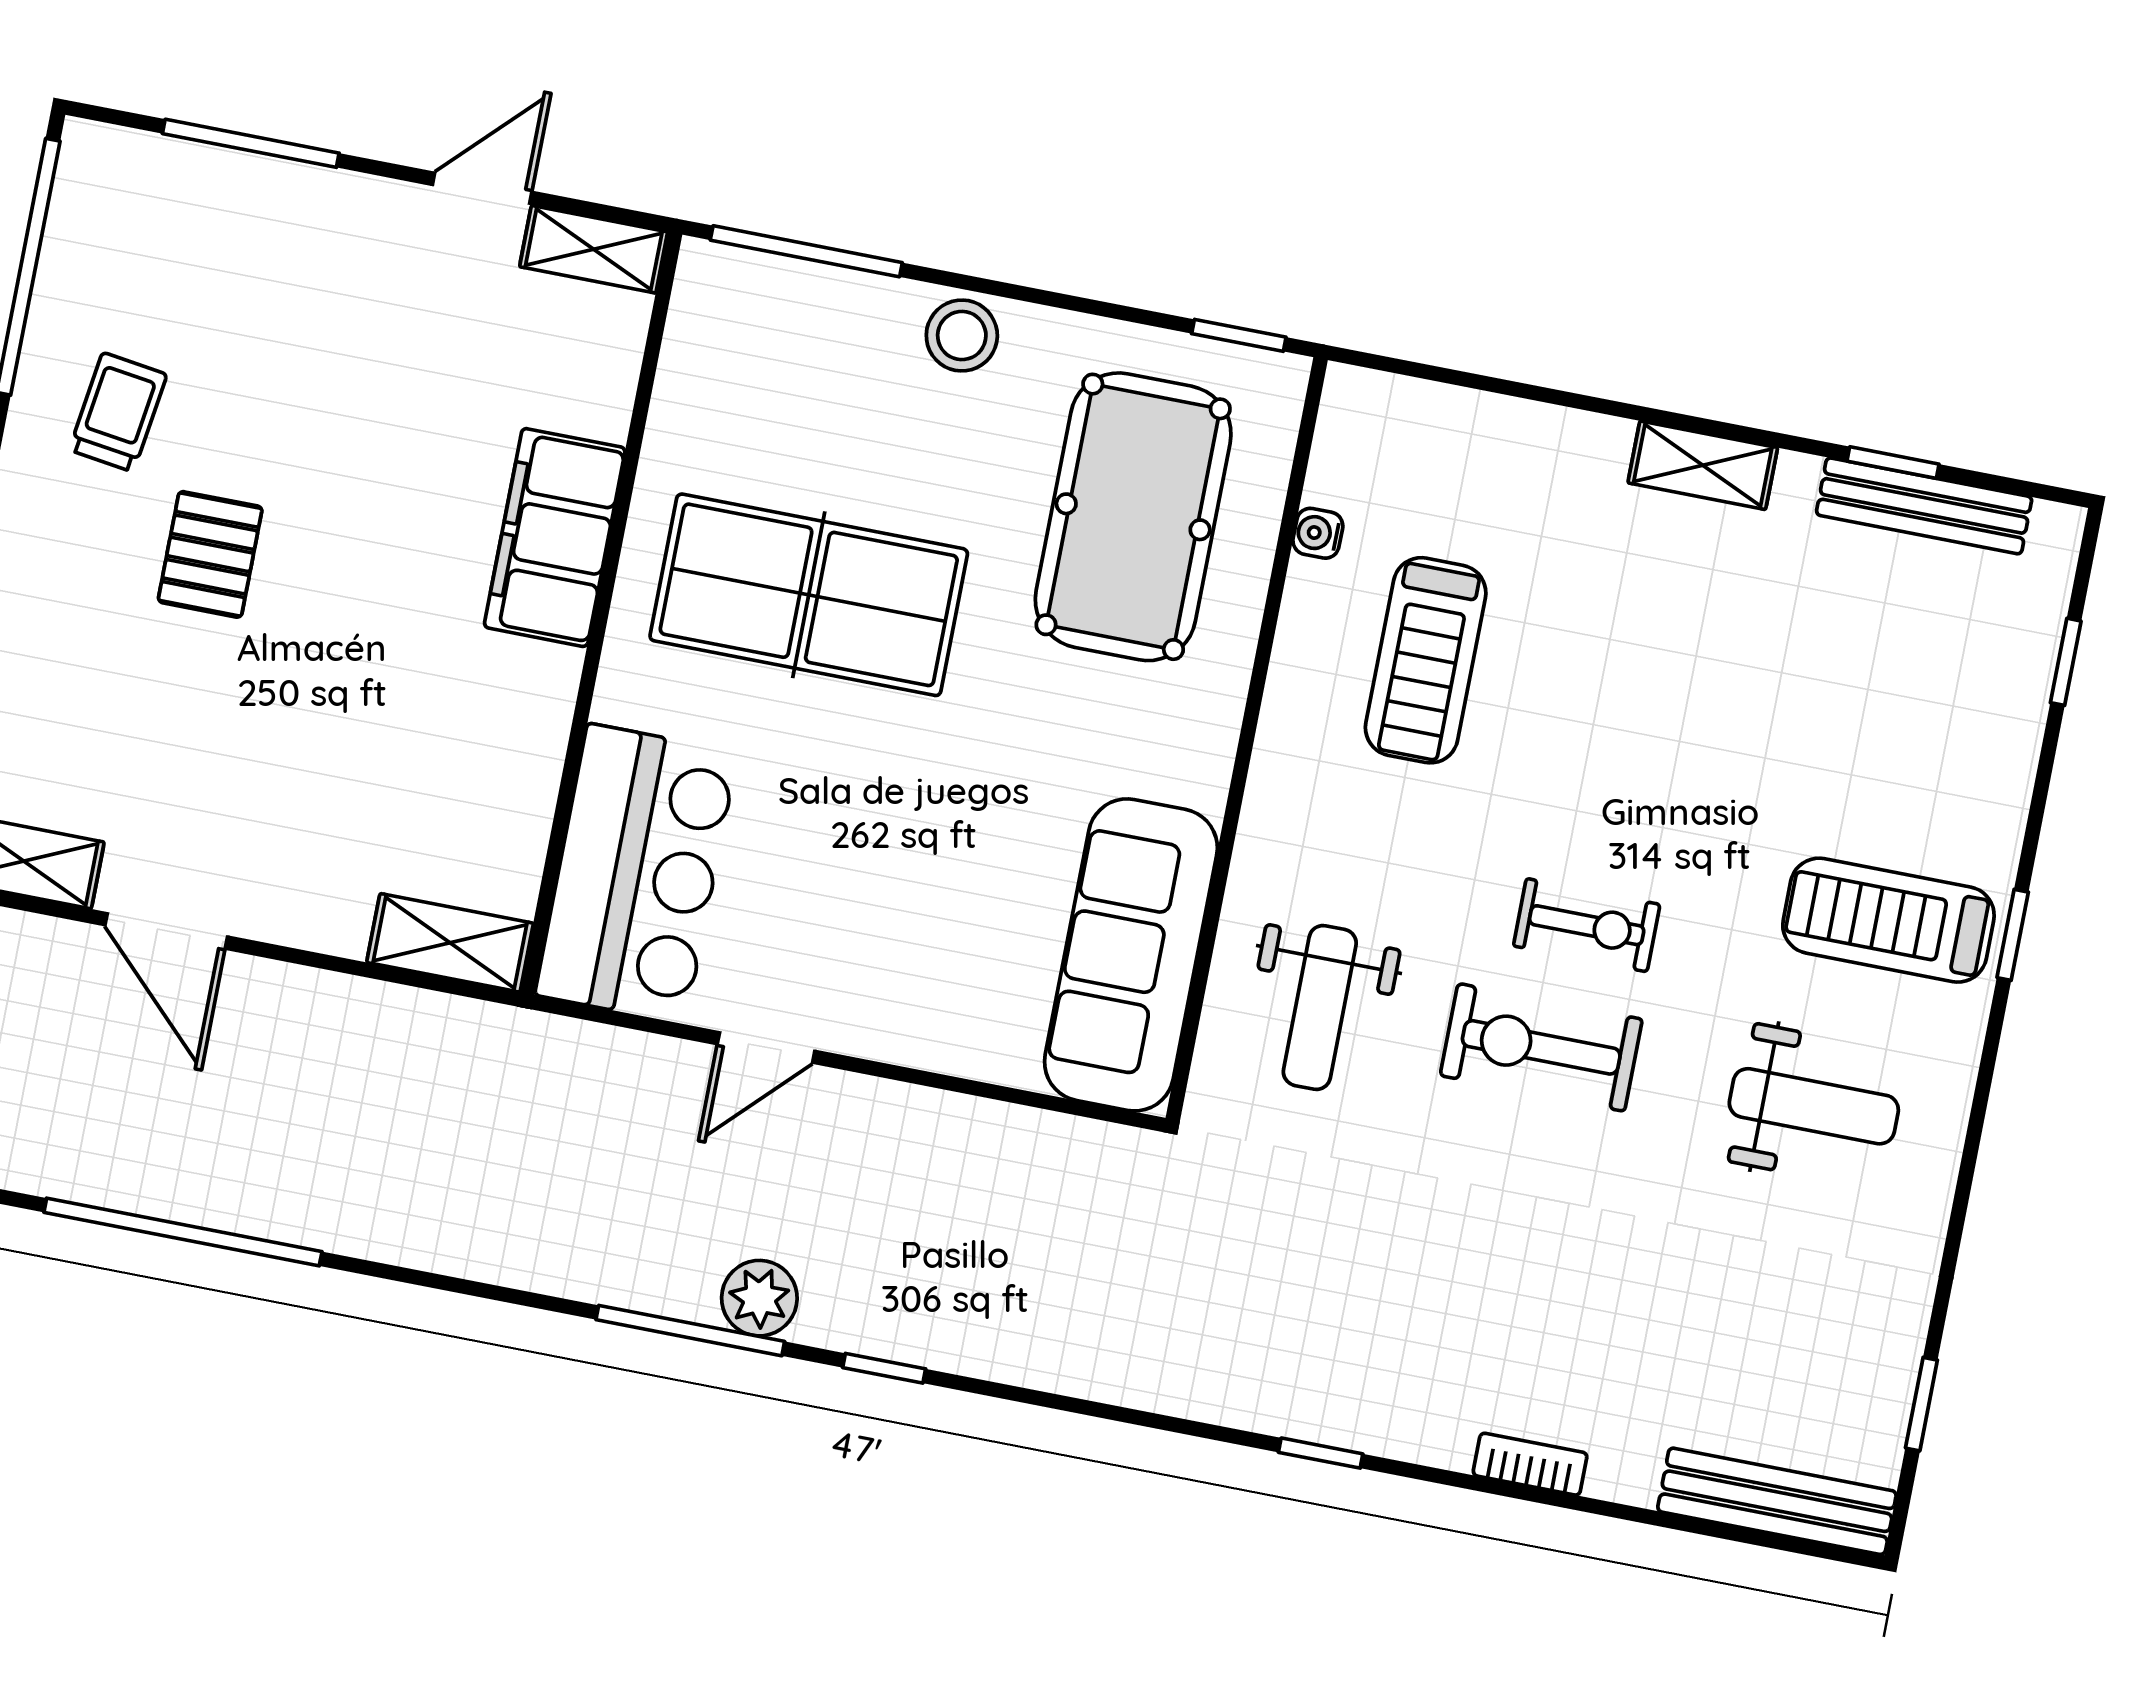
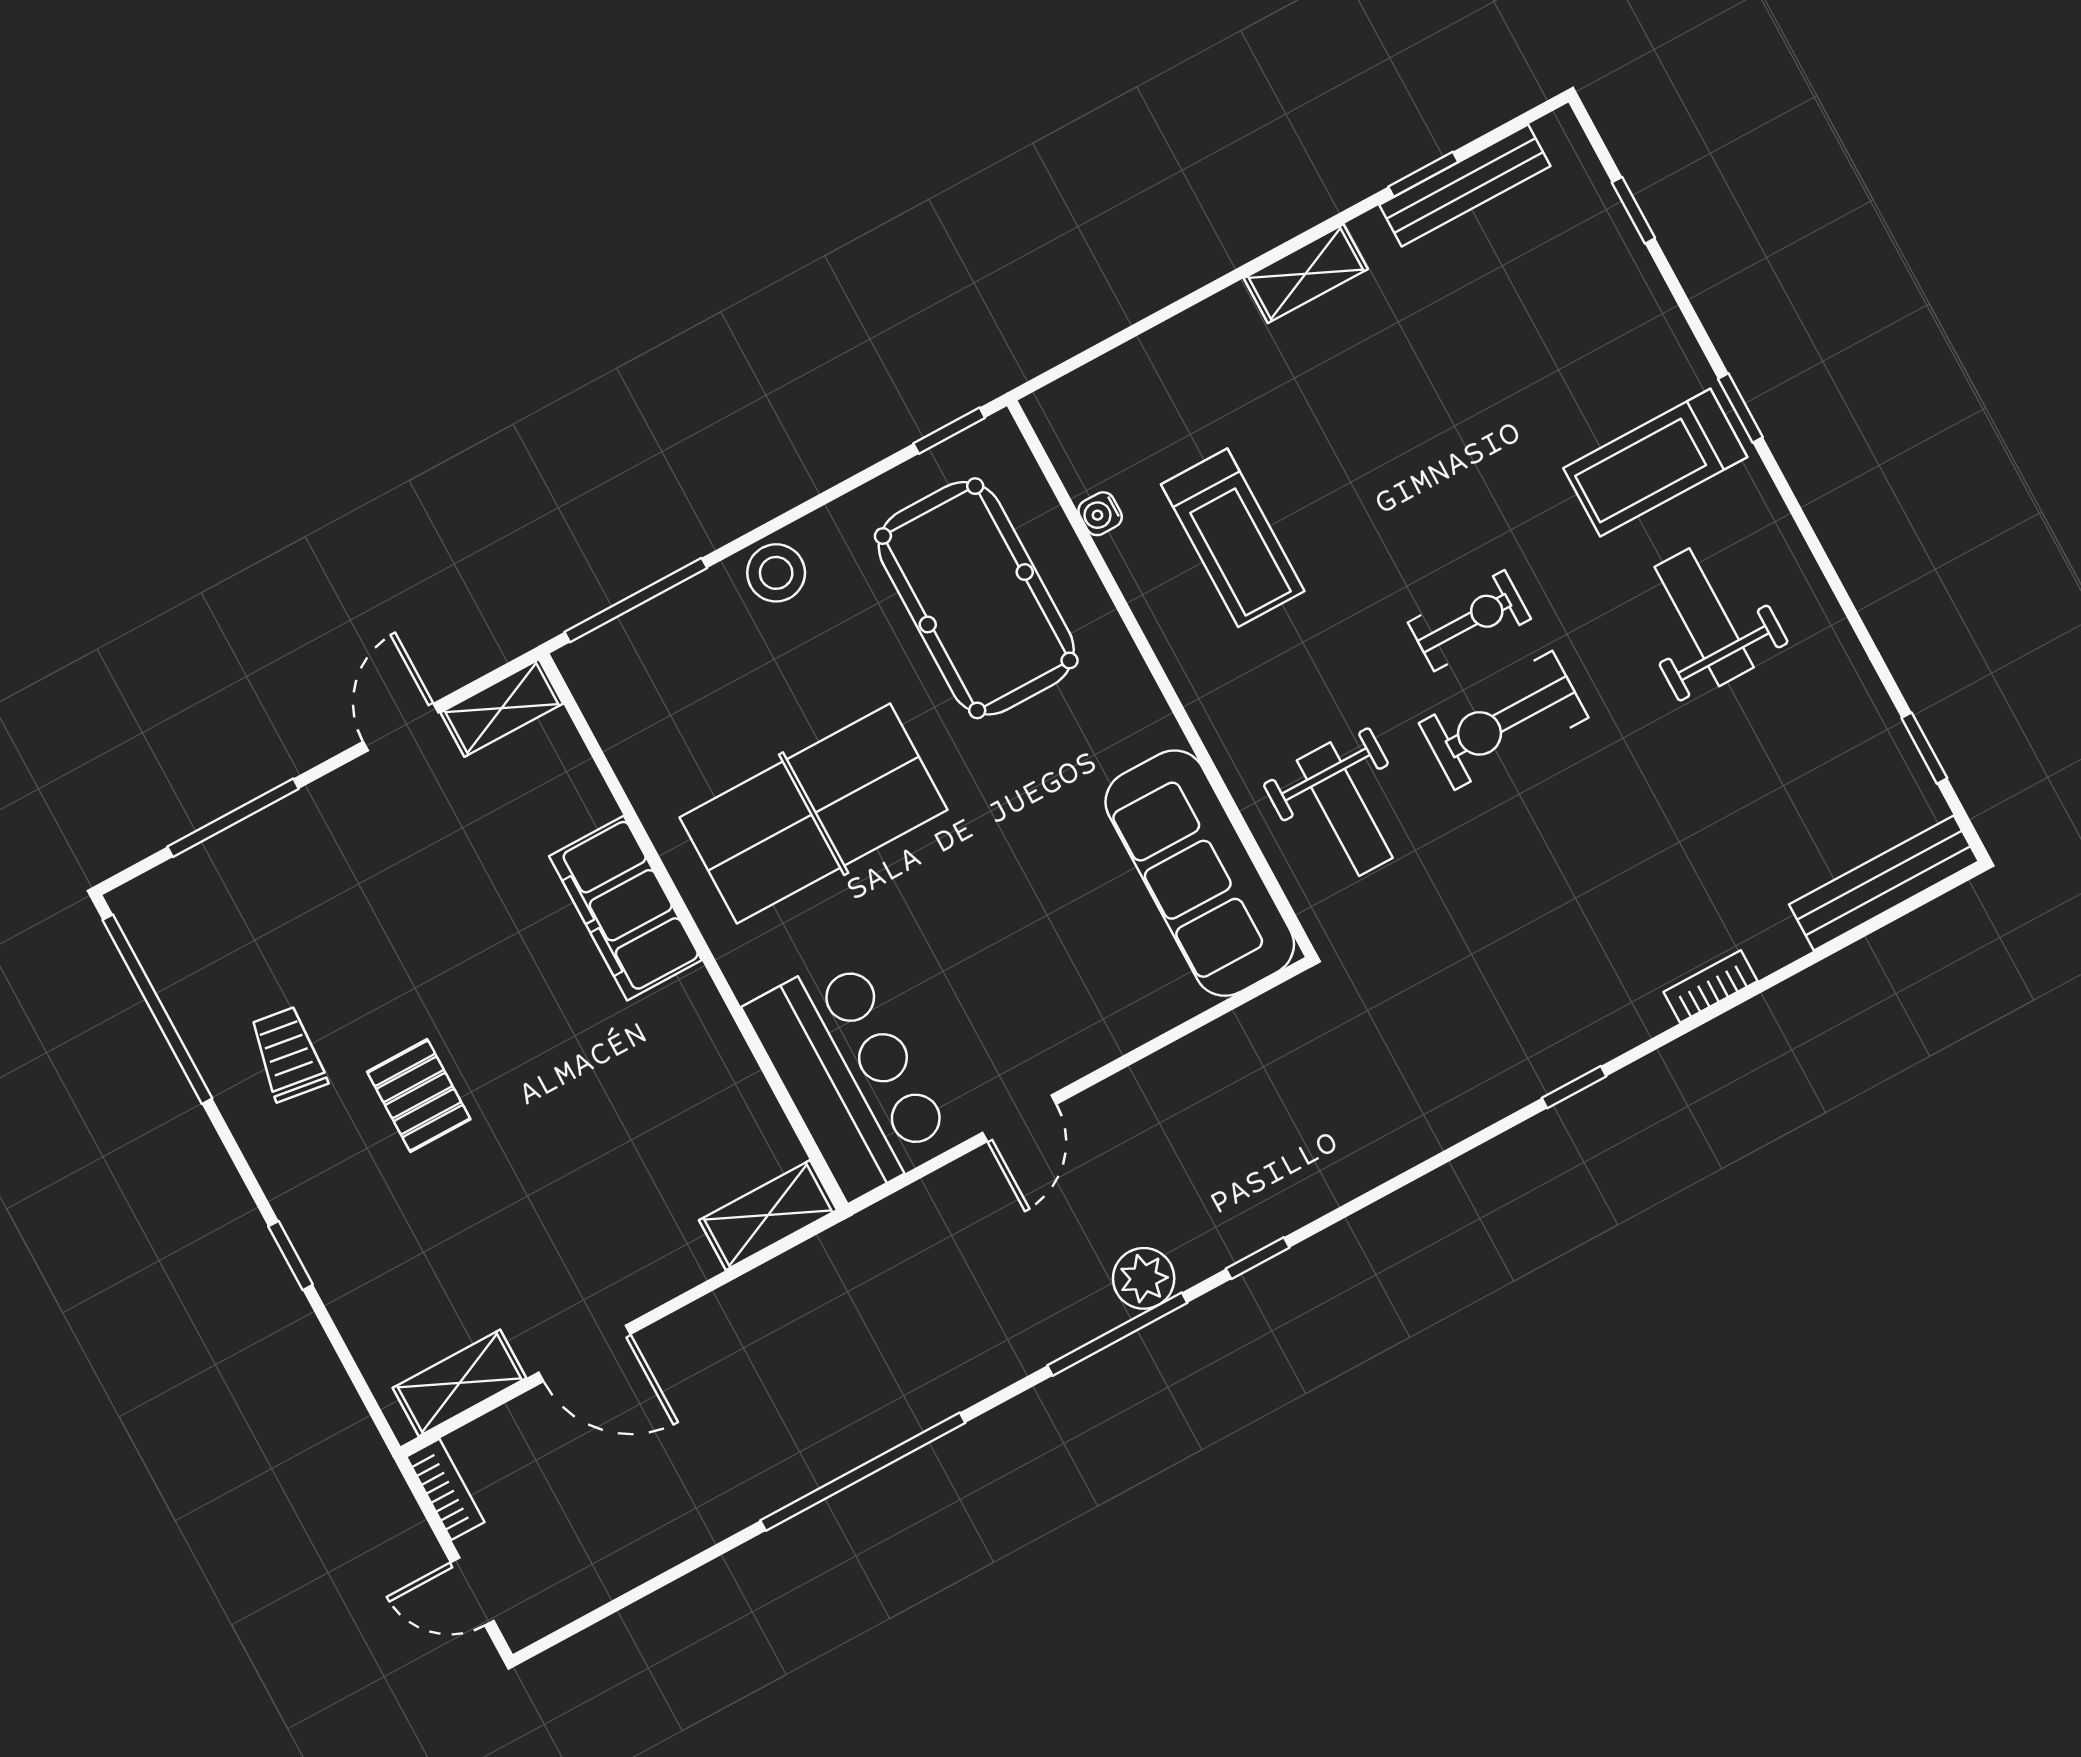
weight bench: (1814, 1106) -> (1704, 617), turned -90
window: (183, 1232) -> (863, 1472), moved

